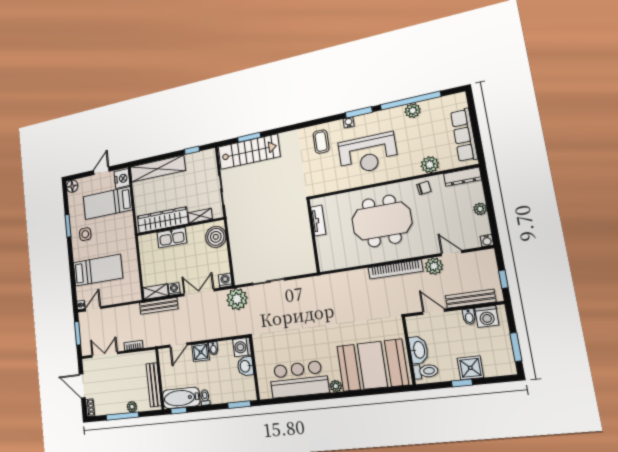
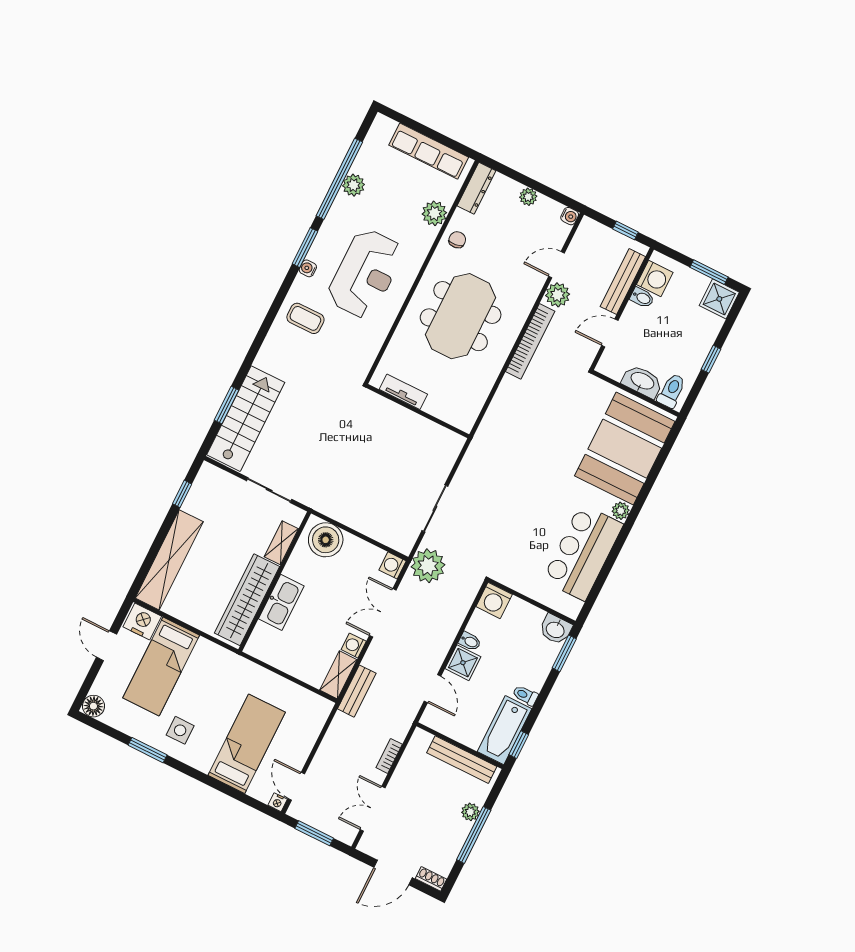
bench: (159, 306) -> (357, 691), width x0.73
washbasin: (245, 366) -> (556, 629), moved
shower: (470, 368) -> (719, 299), moved

